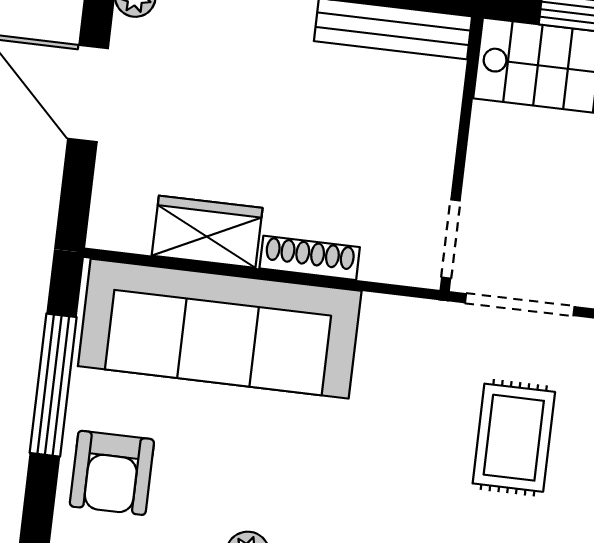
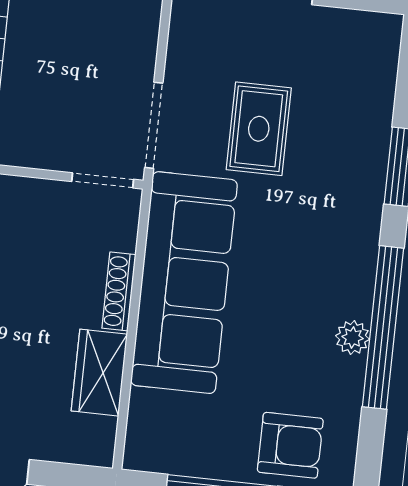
sofa: (220, 329) -> (184, 283), moved
rug: (514, 438) -> (259, 129), turned 90

